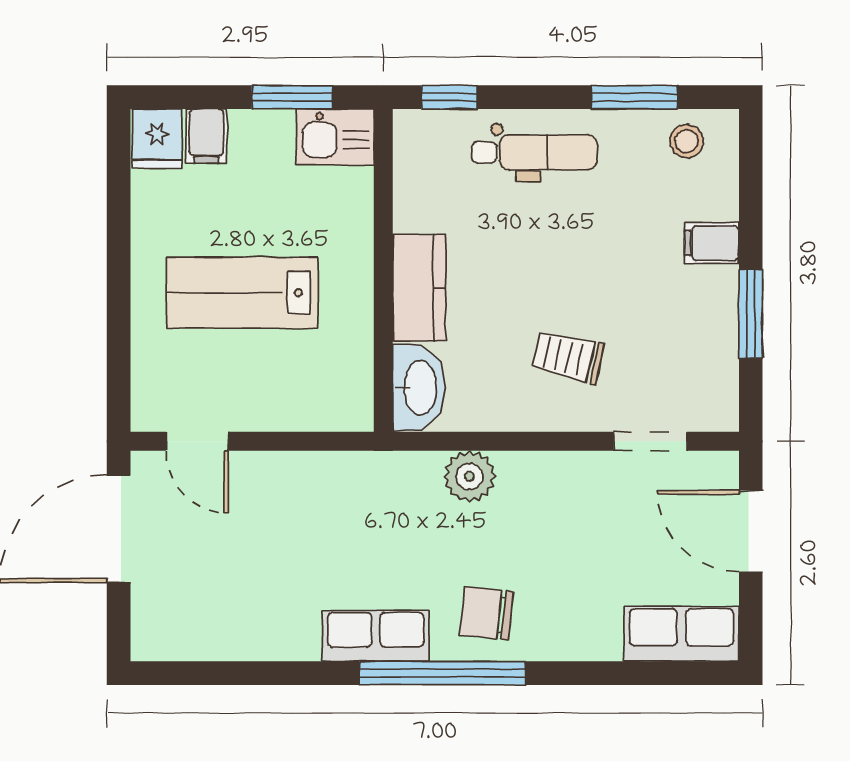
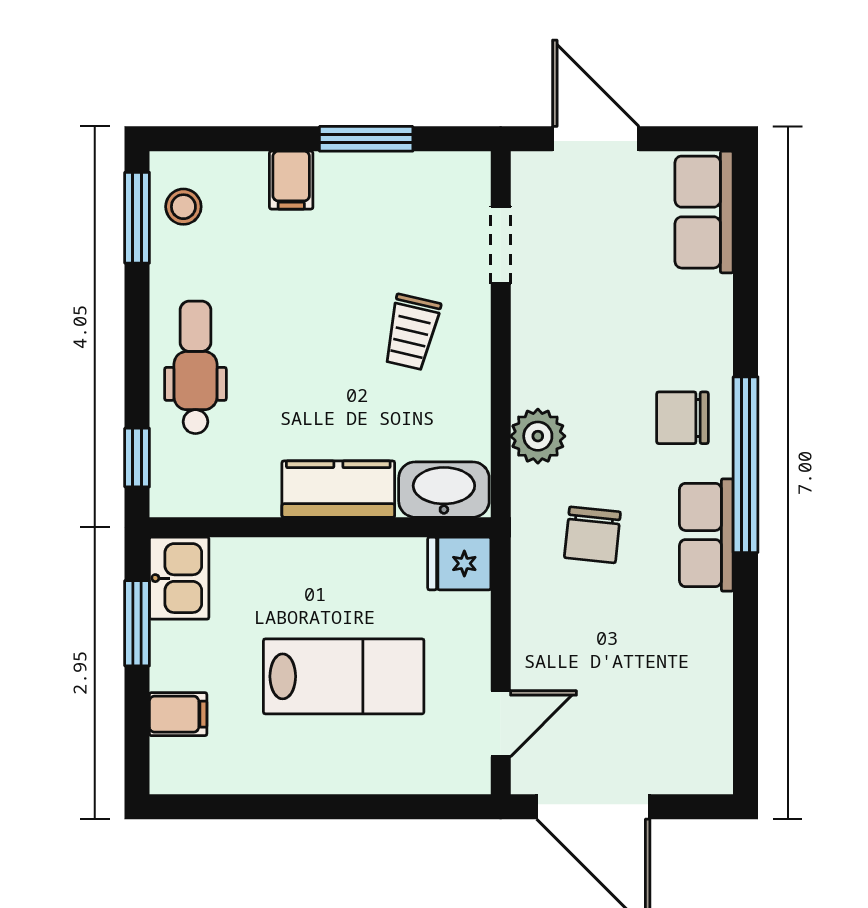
window: (634, 97) -> (137, 218), moved
fridge: (157, 139) -> (459, 563), moved, turned 180
lab bench: (242, 293) -> (344, 676), turned -90
chair: (376, 528) -> (592, 535), added
door: (751, 531) -> (596, 139), swing flipped
chair: (487, 613) -> (683, 418), turned 84

